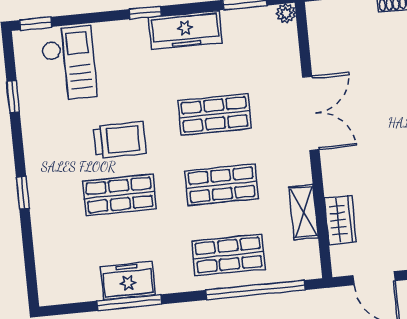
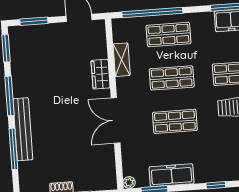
freezer: (185, 30) -> (172, 175), moved
wardrobe: (340, 220) -> (101, 74), moved

